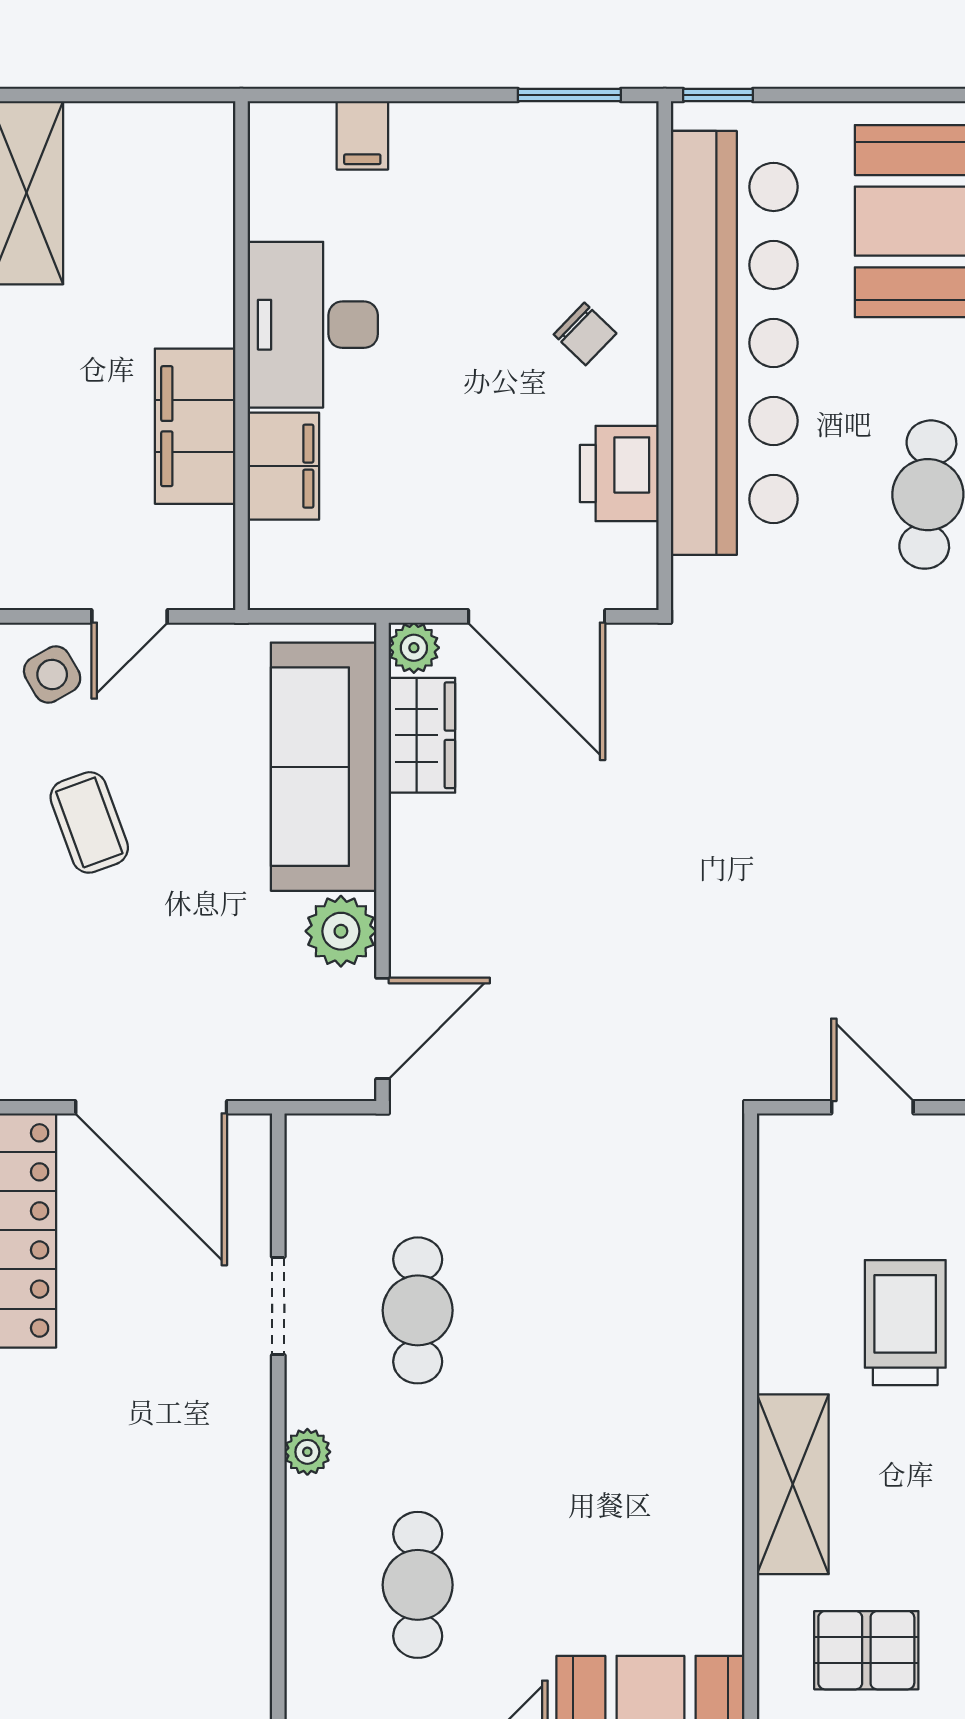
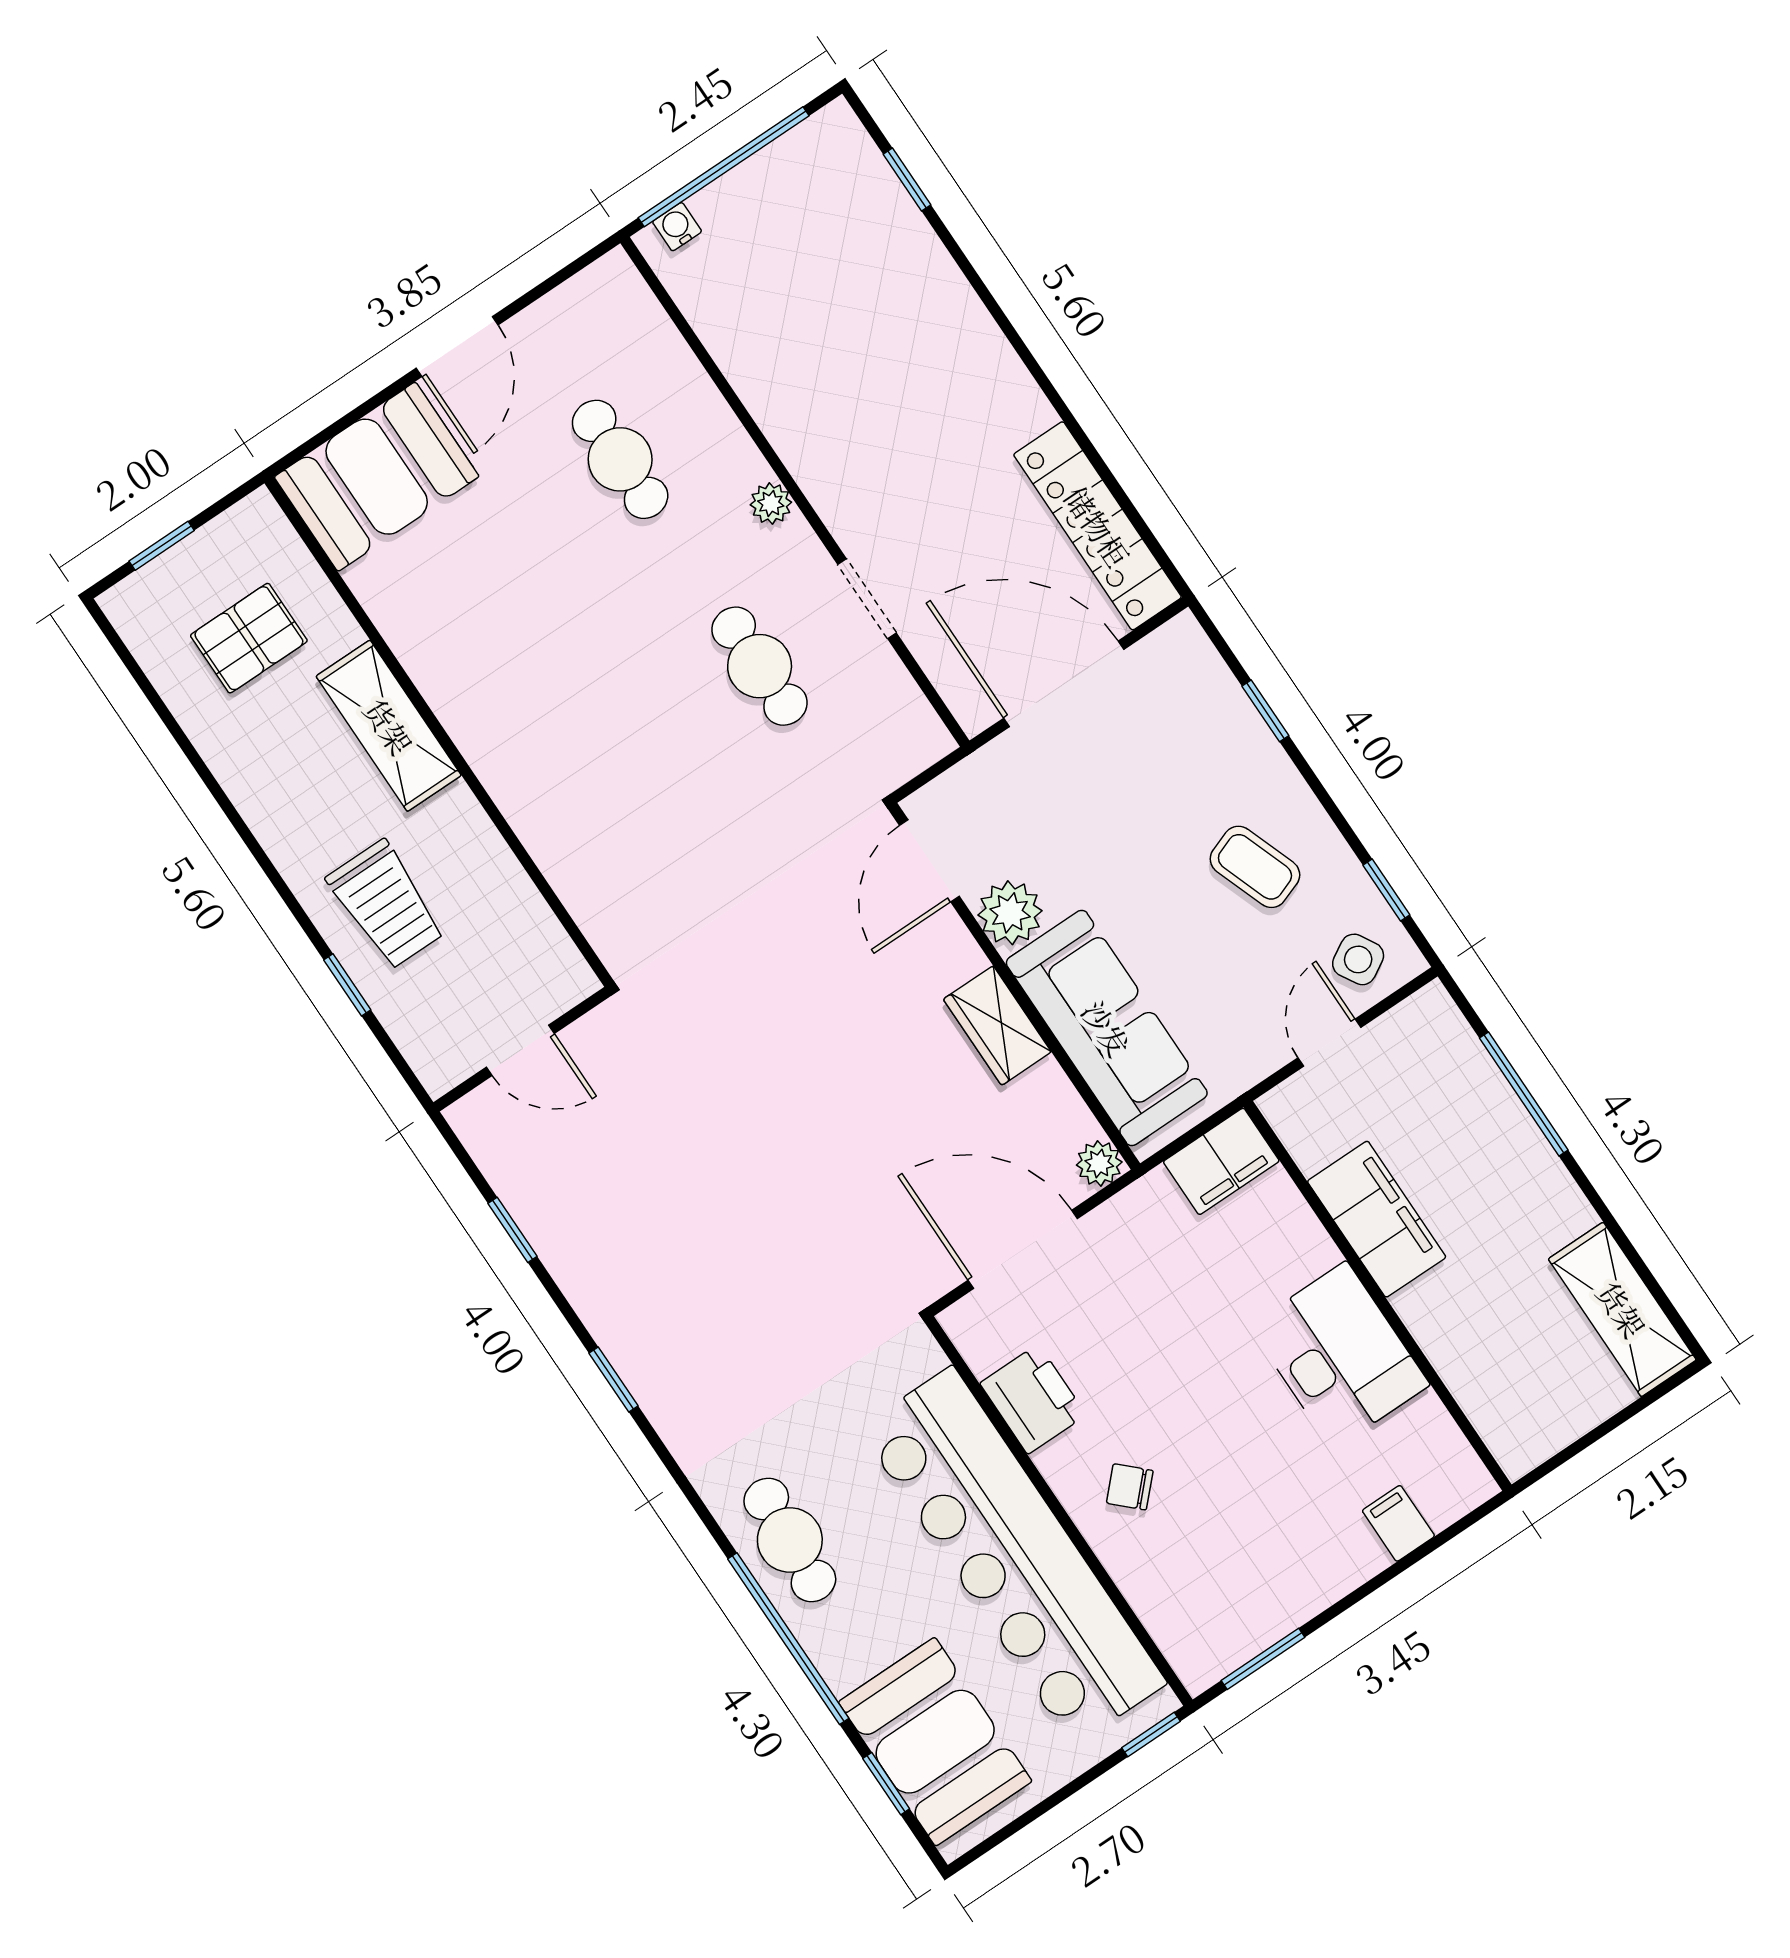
filing cabinet: (283, 466) -> (1221, 1161), moved, turned -90
wardrobe: (422, 735) -> (997, 1026), moved

